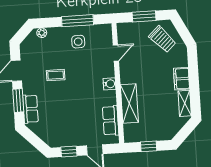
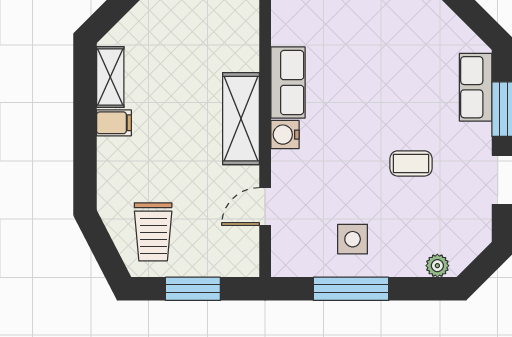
trolley: (162, 39) -> (153, 232), turned -137
filing cabinet: (182, 79) -> (114, 123), width x0.50
shelving: (129, 103) -> (241, 119), moved
row of seats: (111, 121) -> (288, 83), moved

